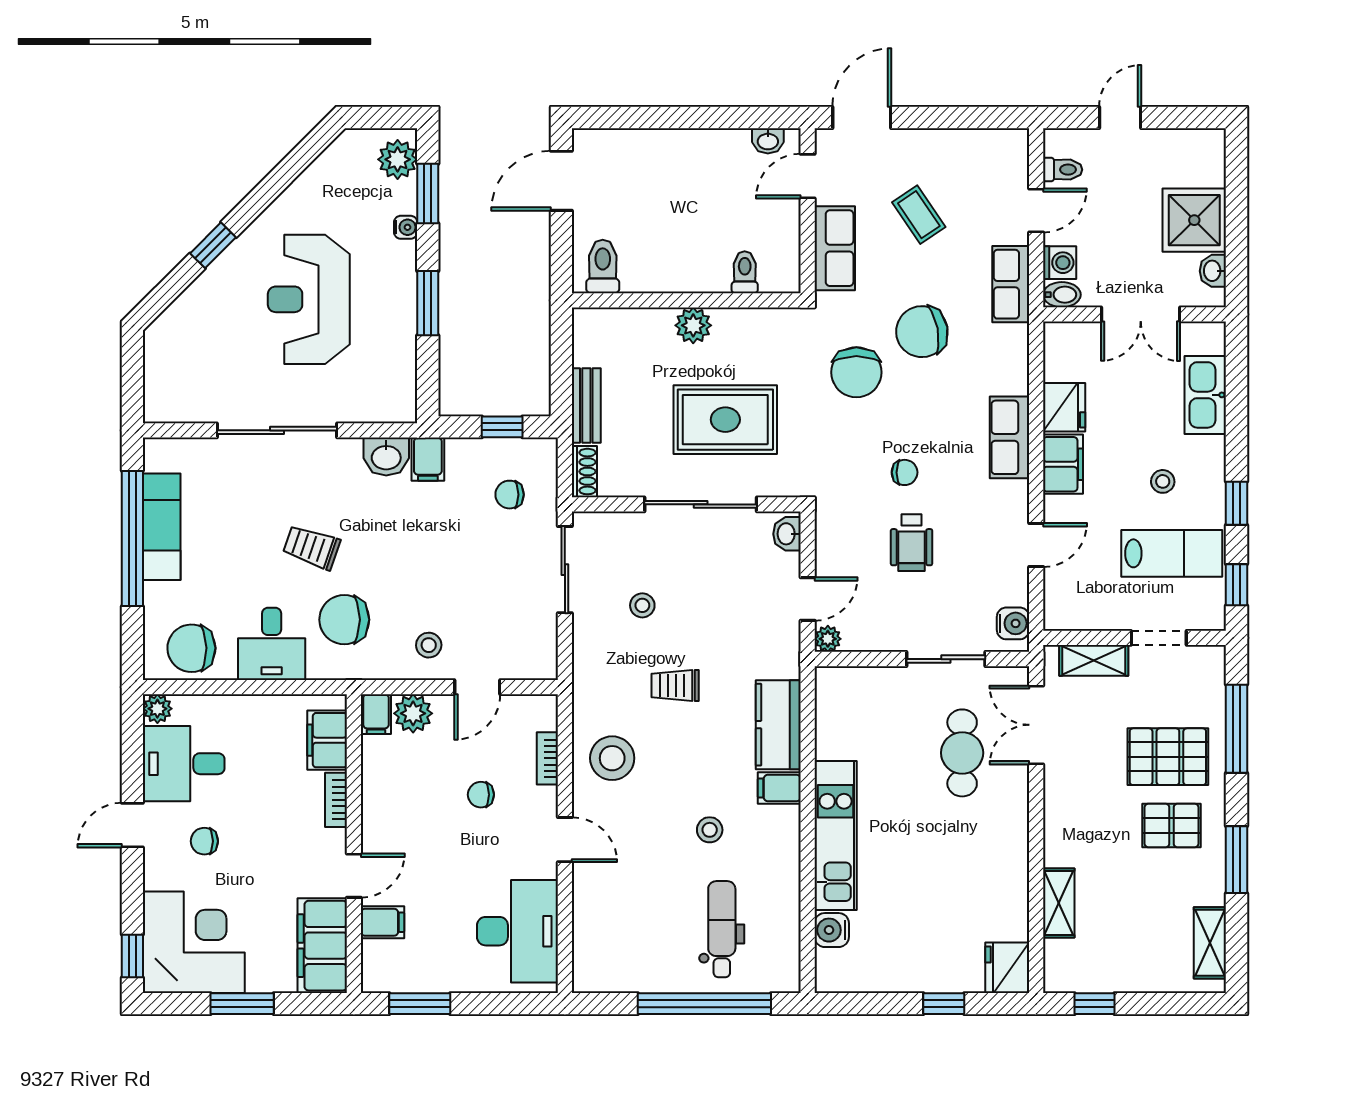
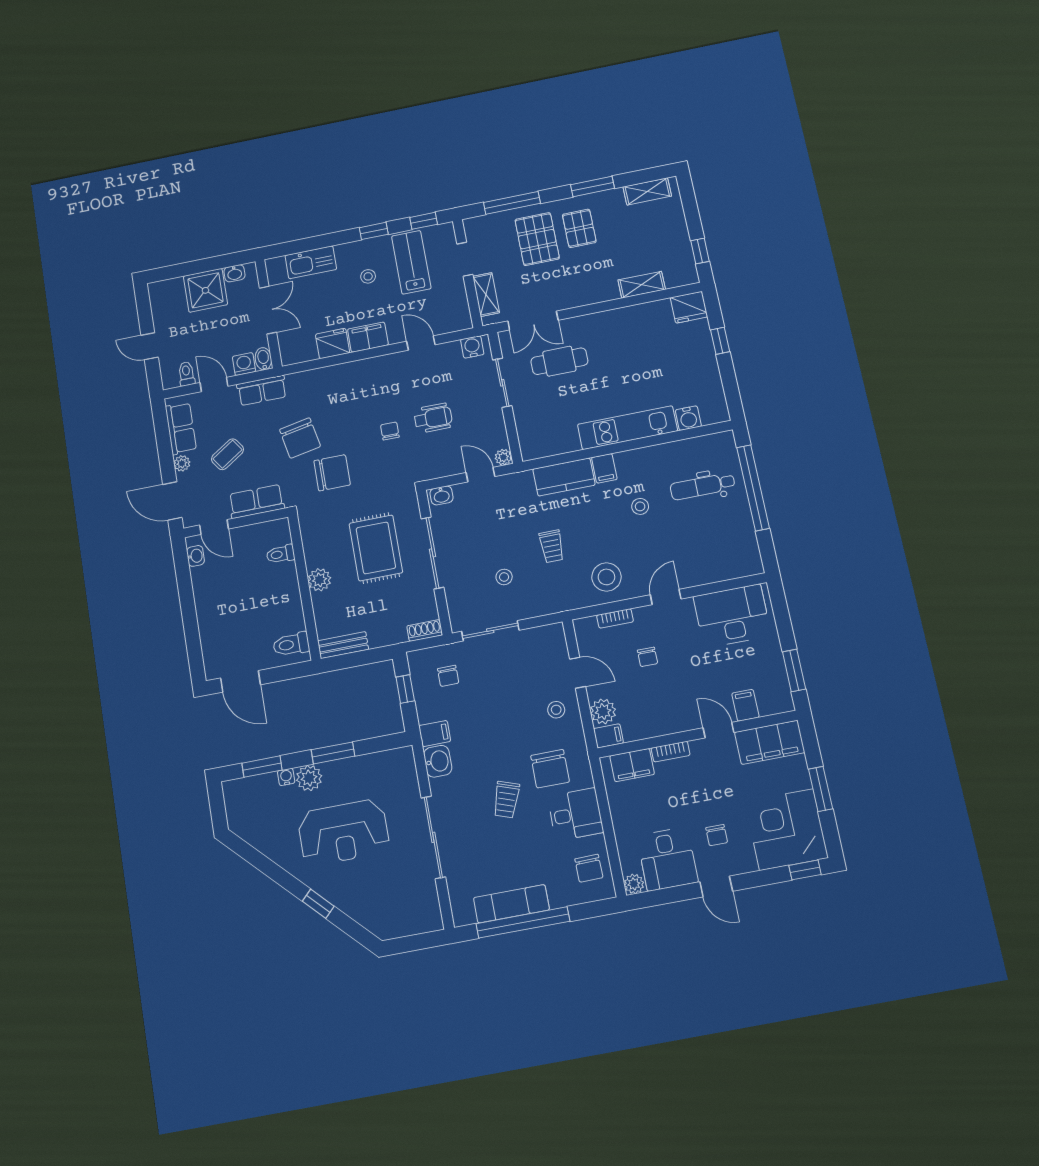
plant: (919, 141) -> (182, 463), added
plant: (398, 159) -> (309, 778), moved
bench: (586, 405) -> (343, 645), moved
row of seats: (1010, 437) -> (181, 428), moved, turned -90
chair: (191, 648) -> (589, 868), width x0.73, depth x0.73

